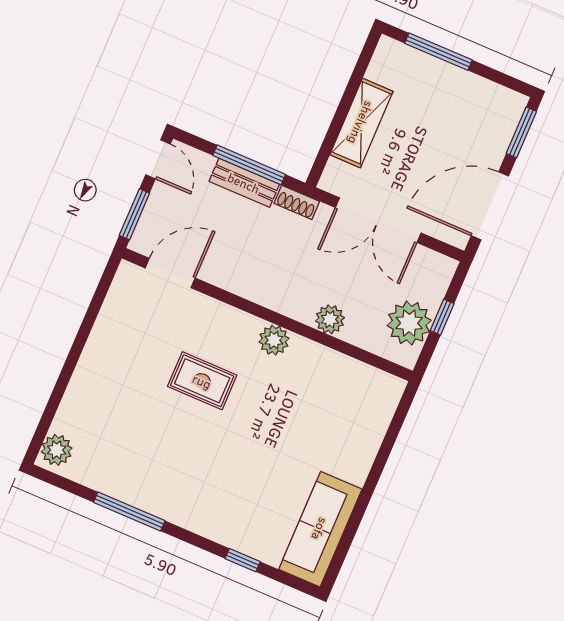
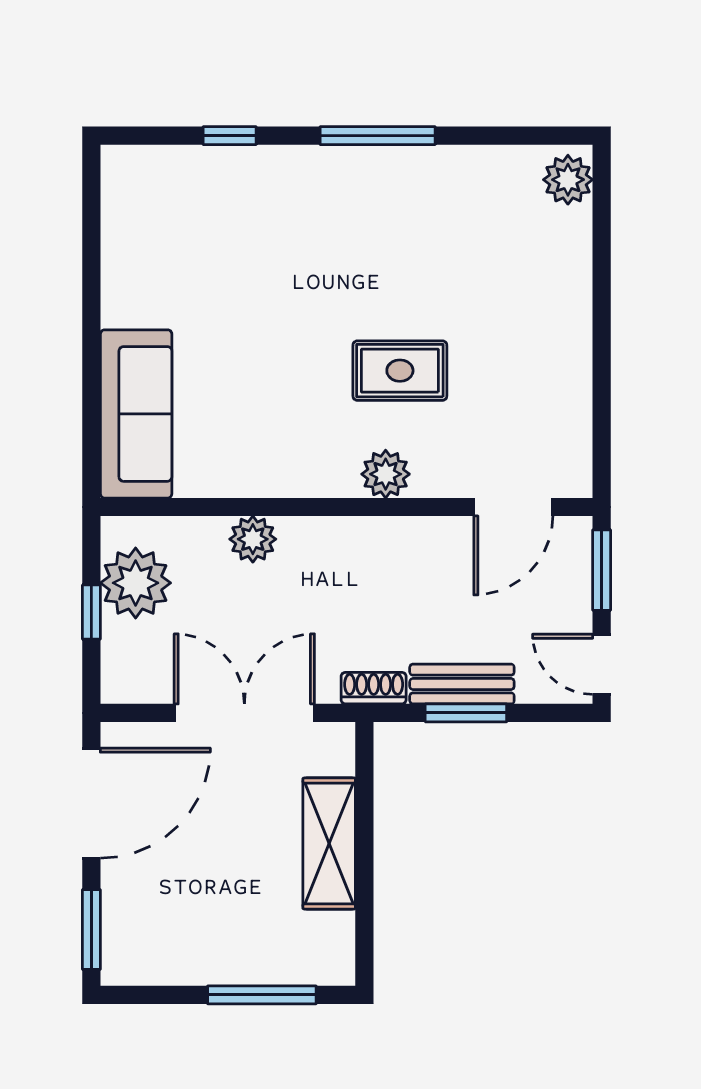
window: (249, 165) -> (466, 713), width x0.69
plant: (274, 340) -> (386, 474), moved
window: (129, 512) -> (378, 136), moved
sofa: (320, 529) -> (136, 414), moved

